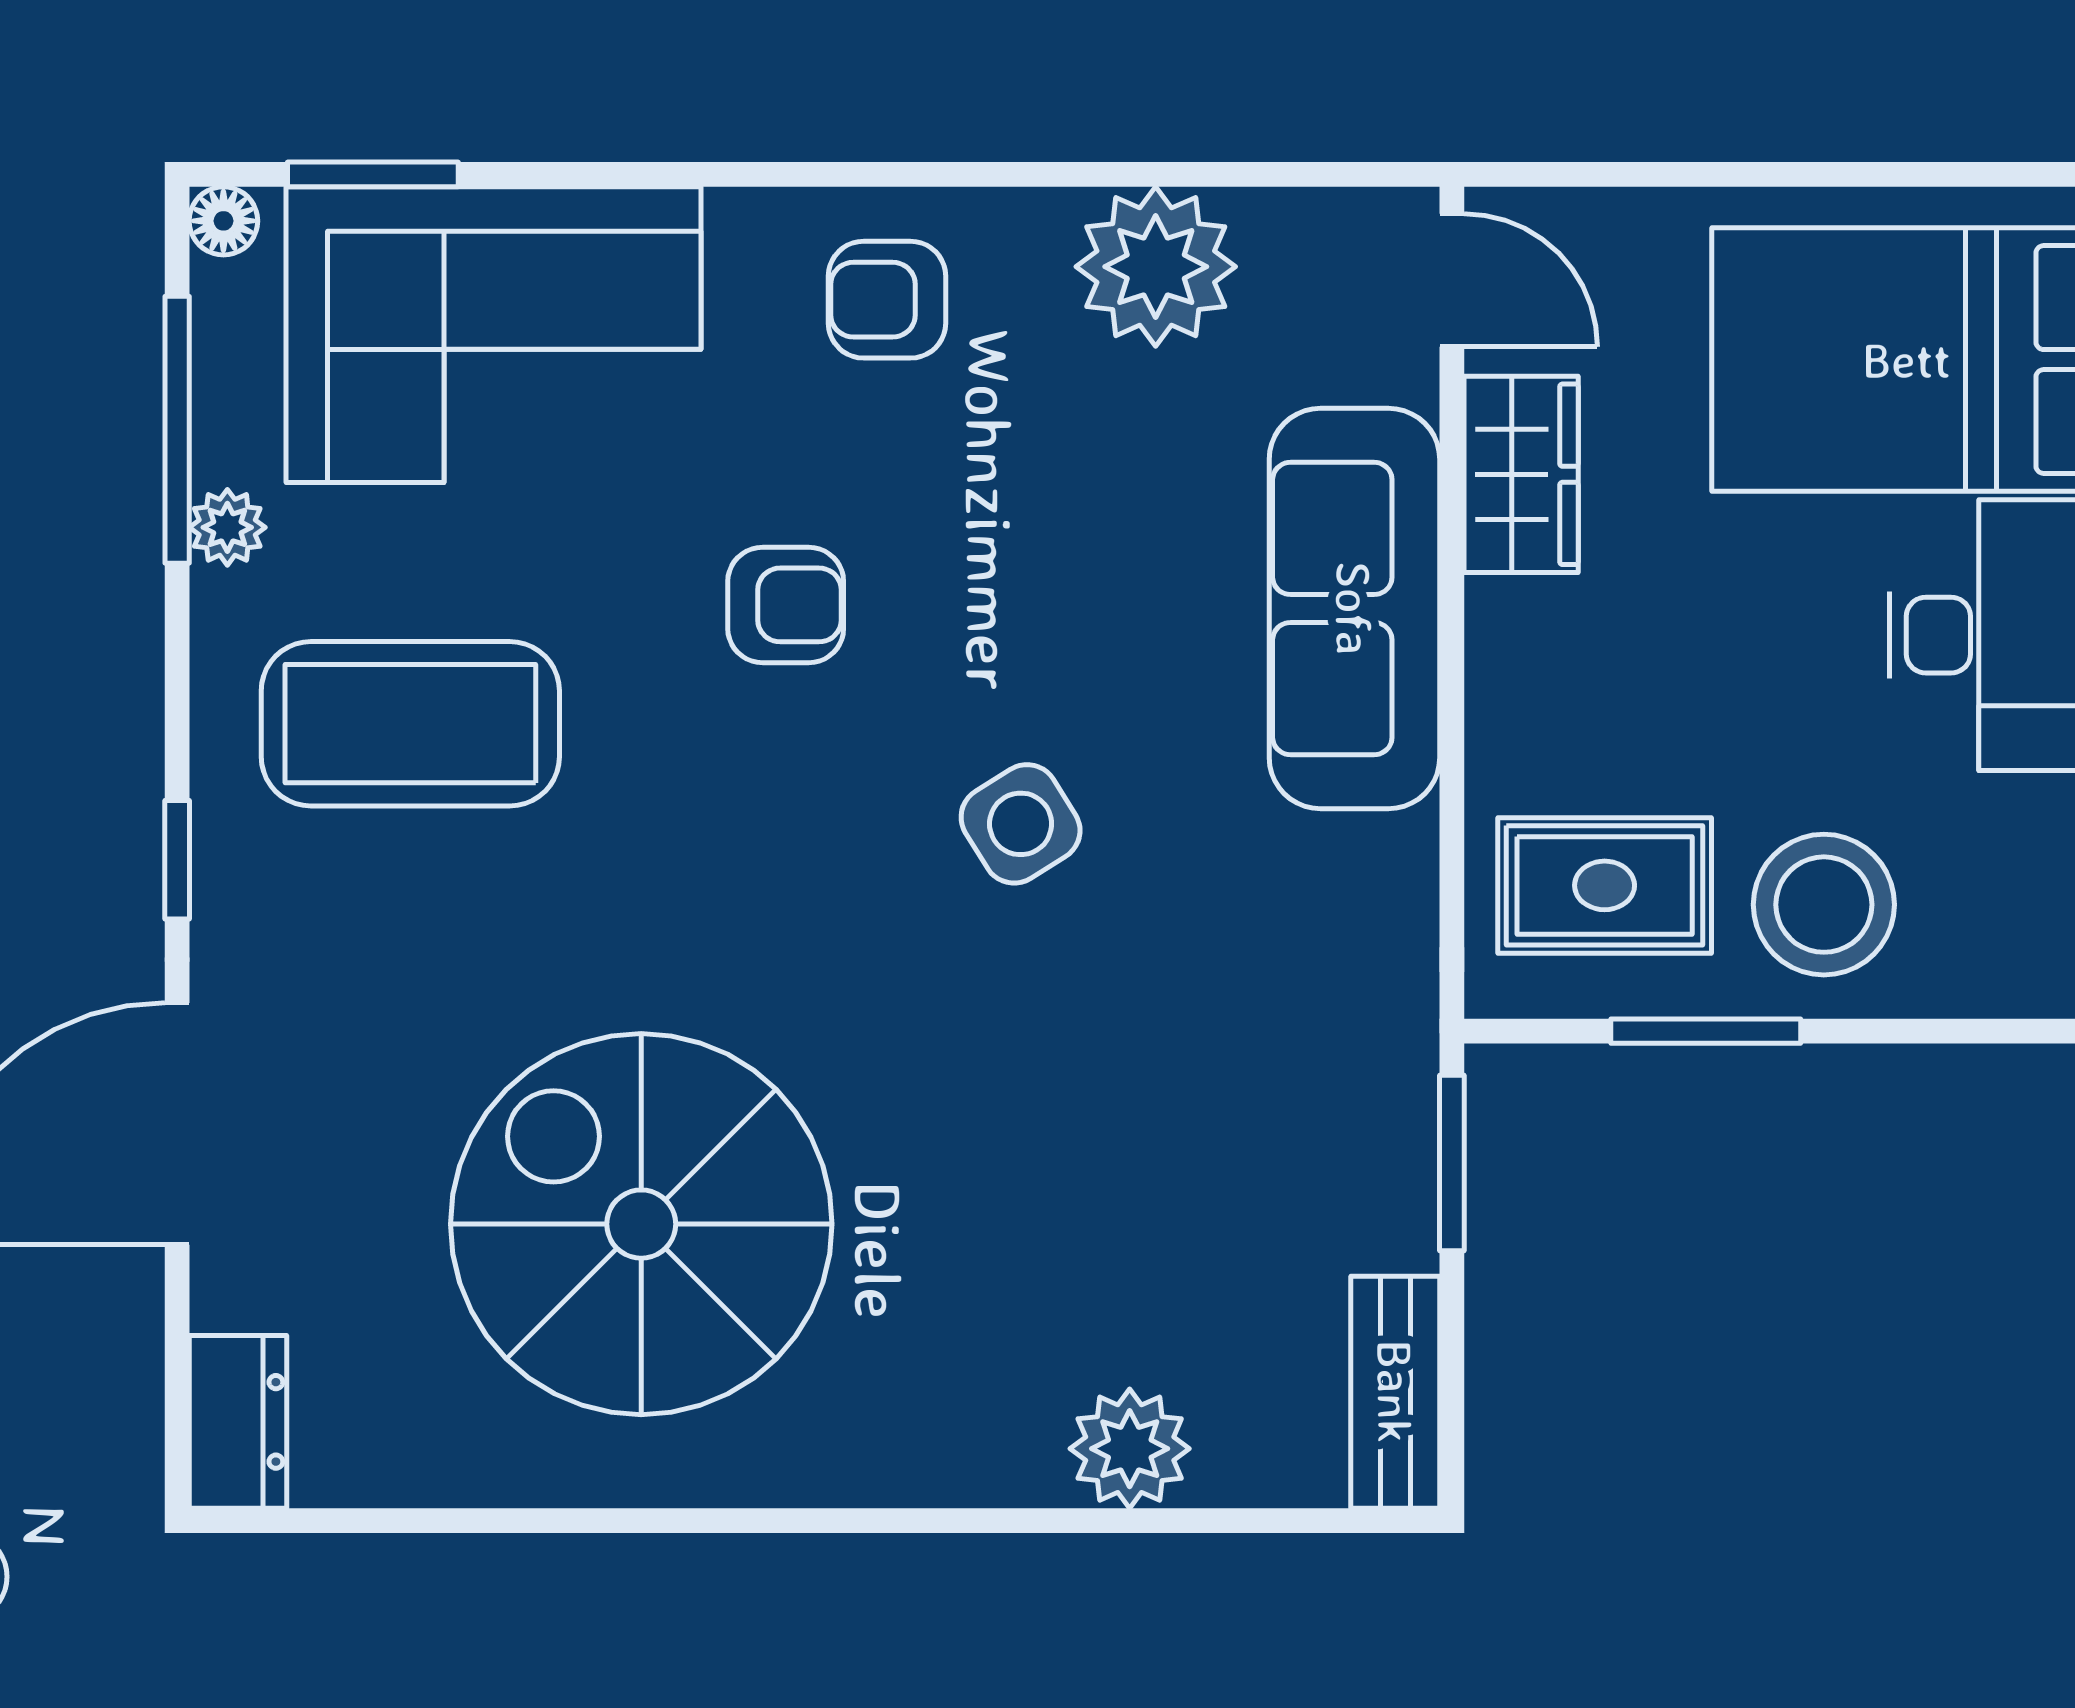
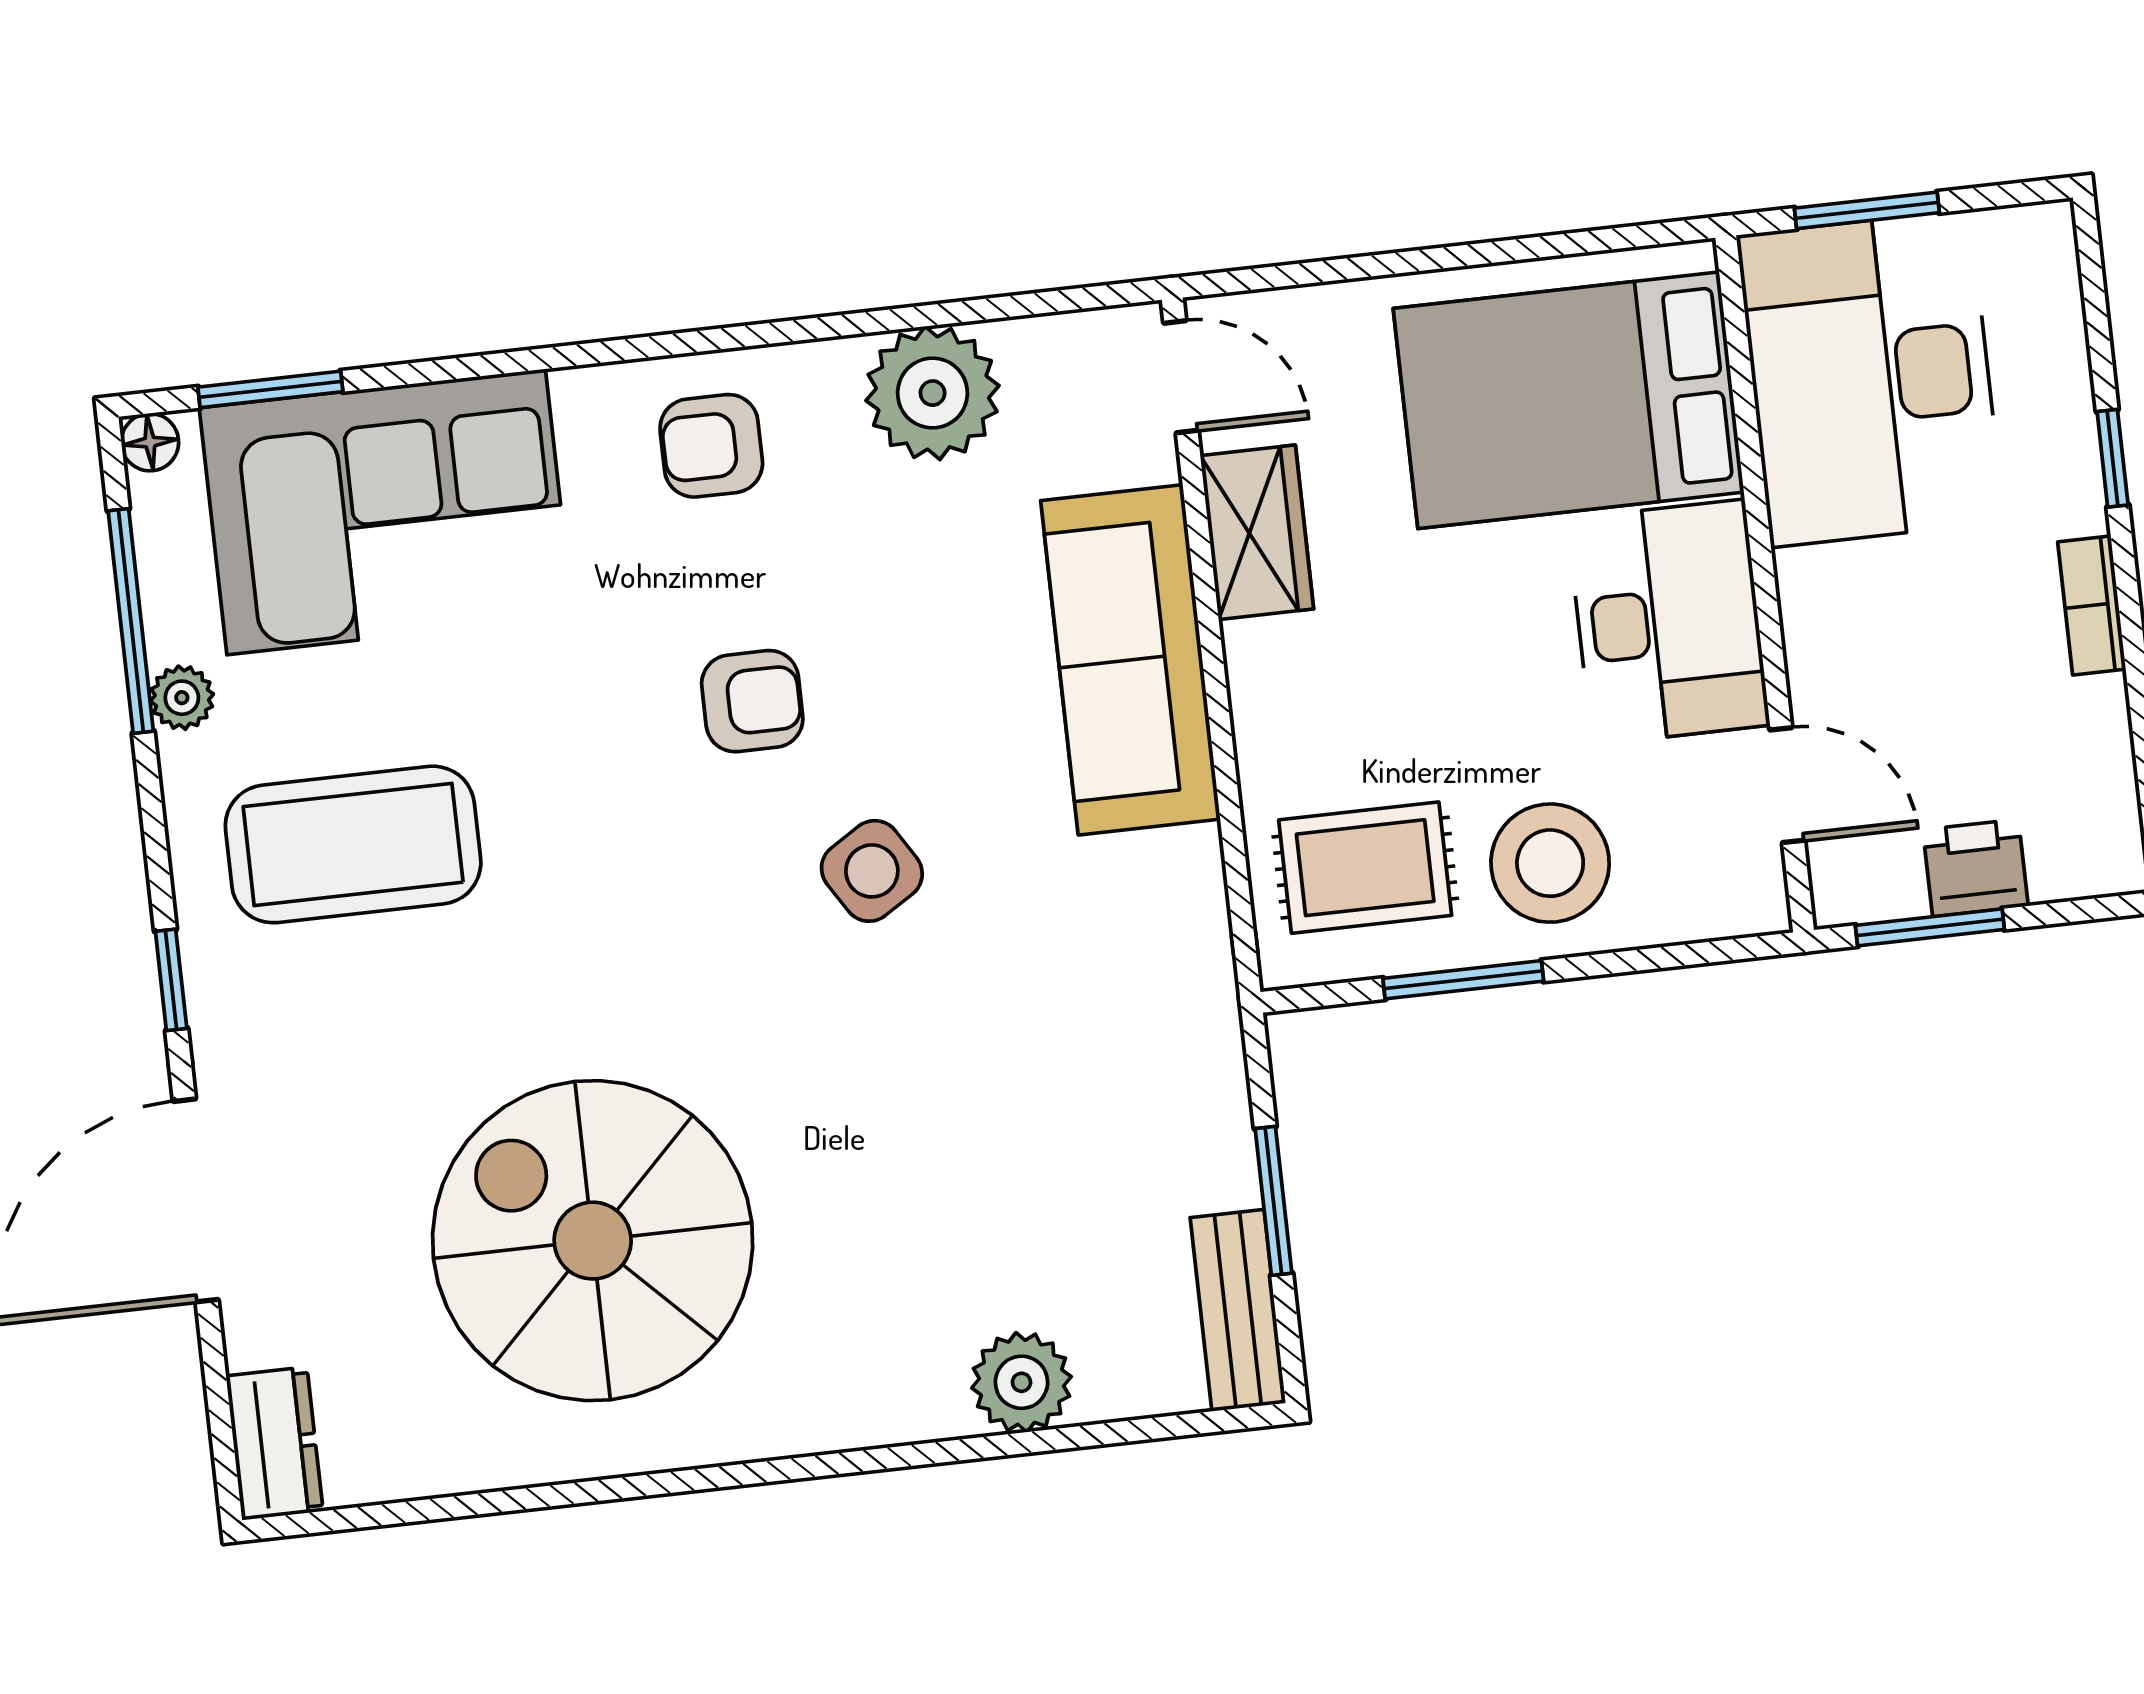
armchair: (786, 605) -> (752, 701), moved
window: (1452, 1163) -> (1273, 1201), moved

